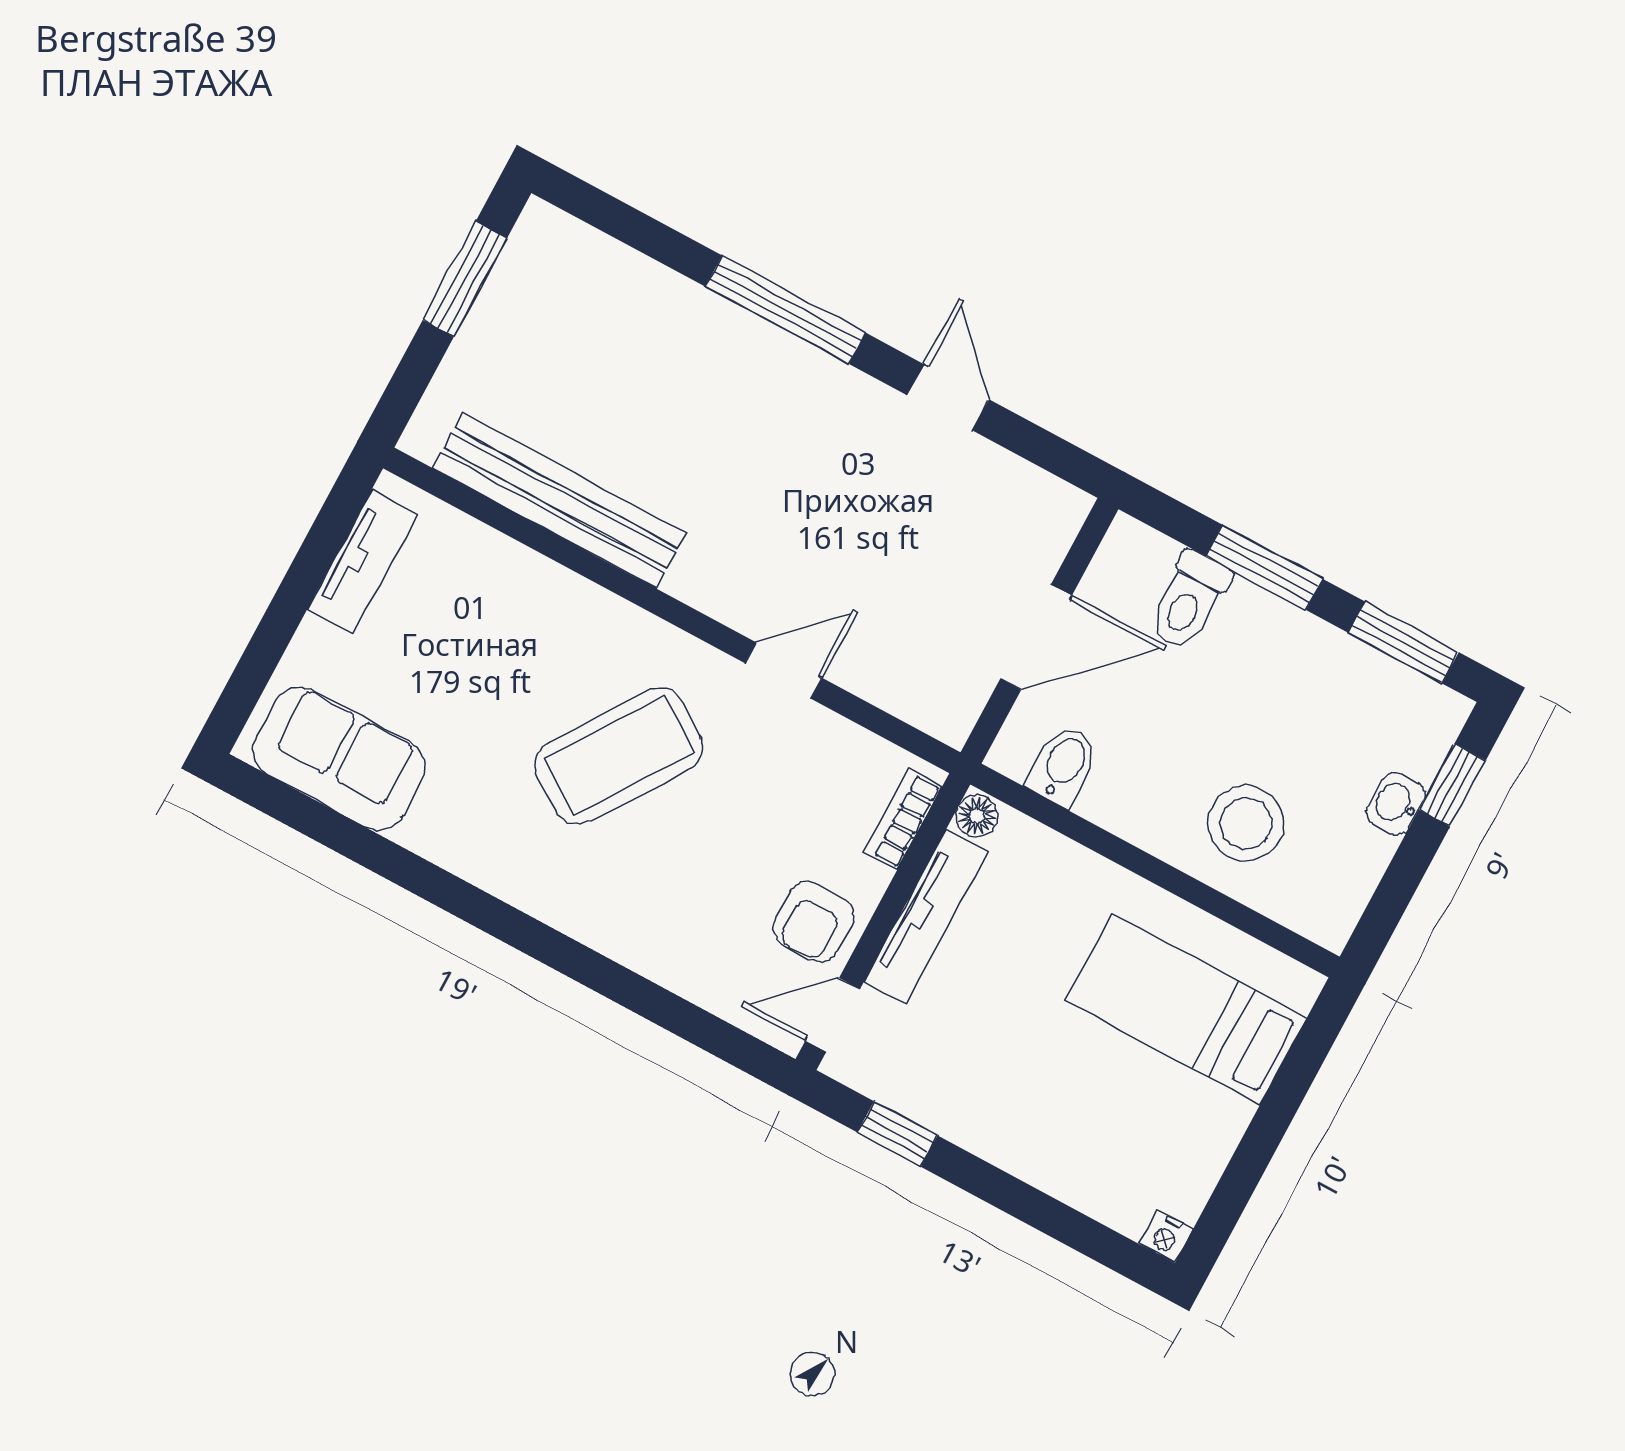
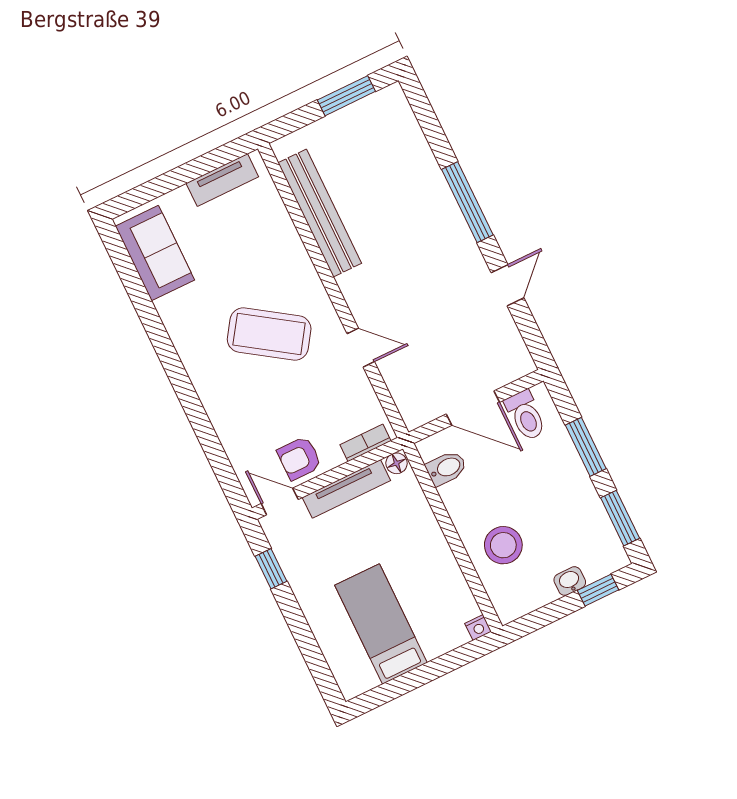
toilet: (1189, 601) -> (526, 415), moved, turned -90
bed: (1186, 1009) -> (381, 624), moved
nightstand: (1166, 1236) -> (478, 628), moved, turned -90

